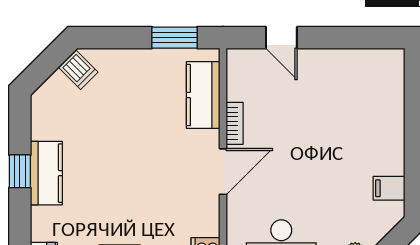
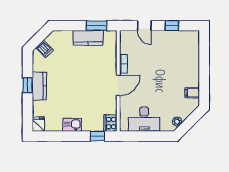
window: (343, 38) -> (172, 26), added
dishwasher: (78, 70) -> (44, 49), moved
kitchen counter: (203, 95) -> (88, 38), moved, turned -90

